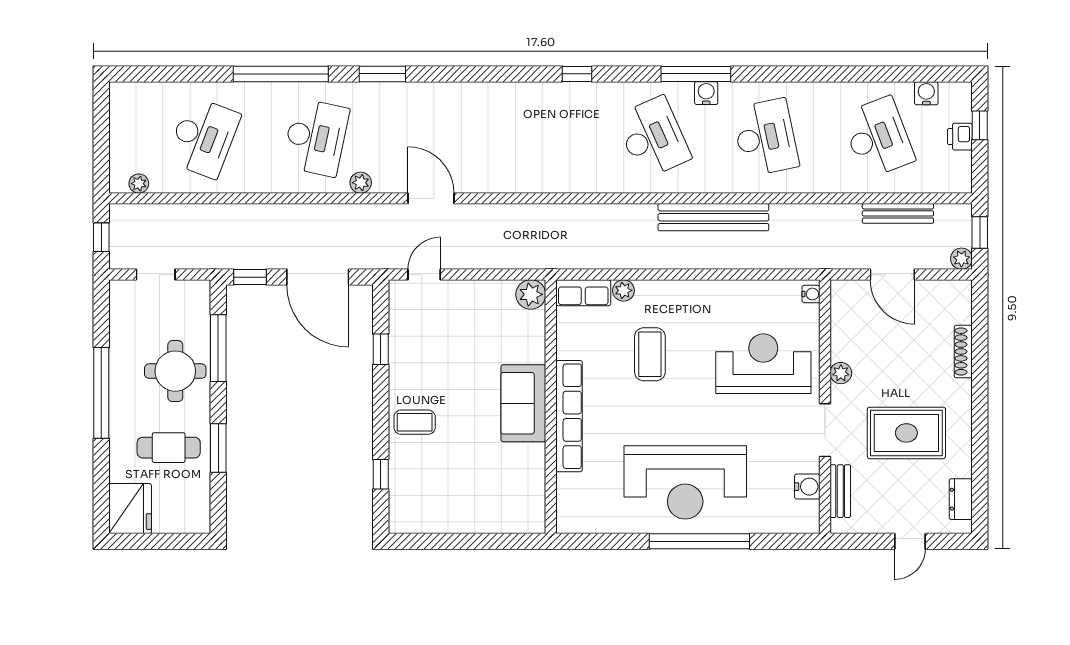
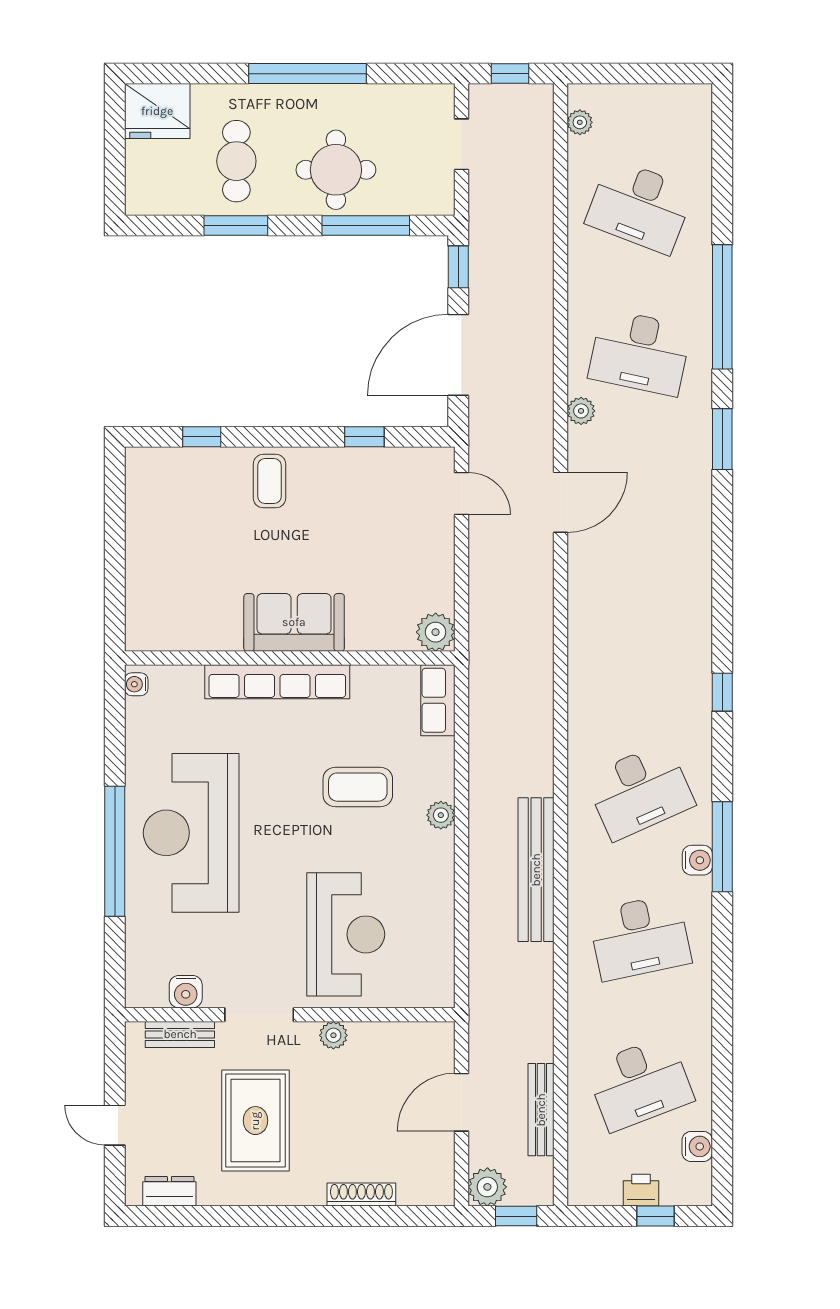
plant: (961, 259) -> (487, 1187), width x1.38, depth x1.38
plant: (623, 290) -> (441, 815), moved
water cooler: (811, 294) -> (136, 684), moved, turned 90

